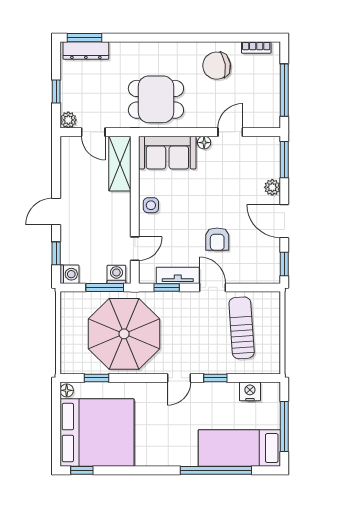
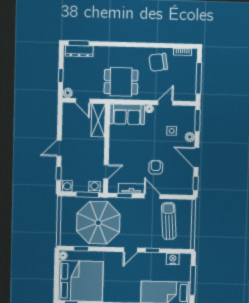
side table: (151, 205) -> (172, 131), moved
armchair: (217, 239) -> (156, 167), turned 180

